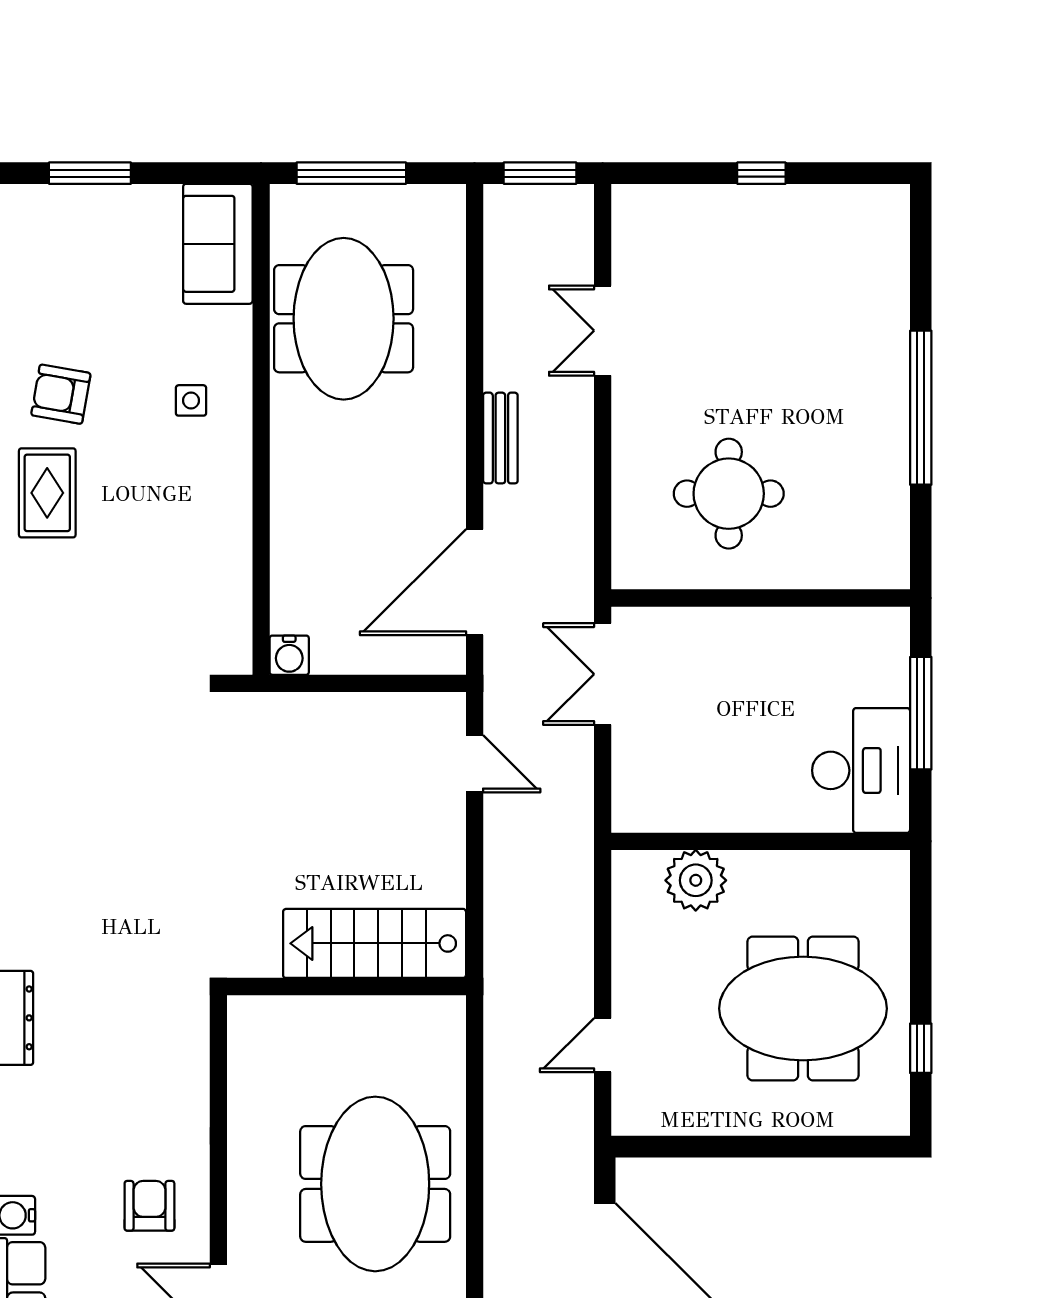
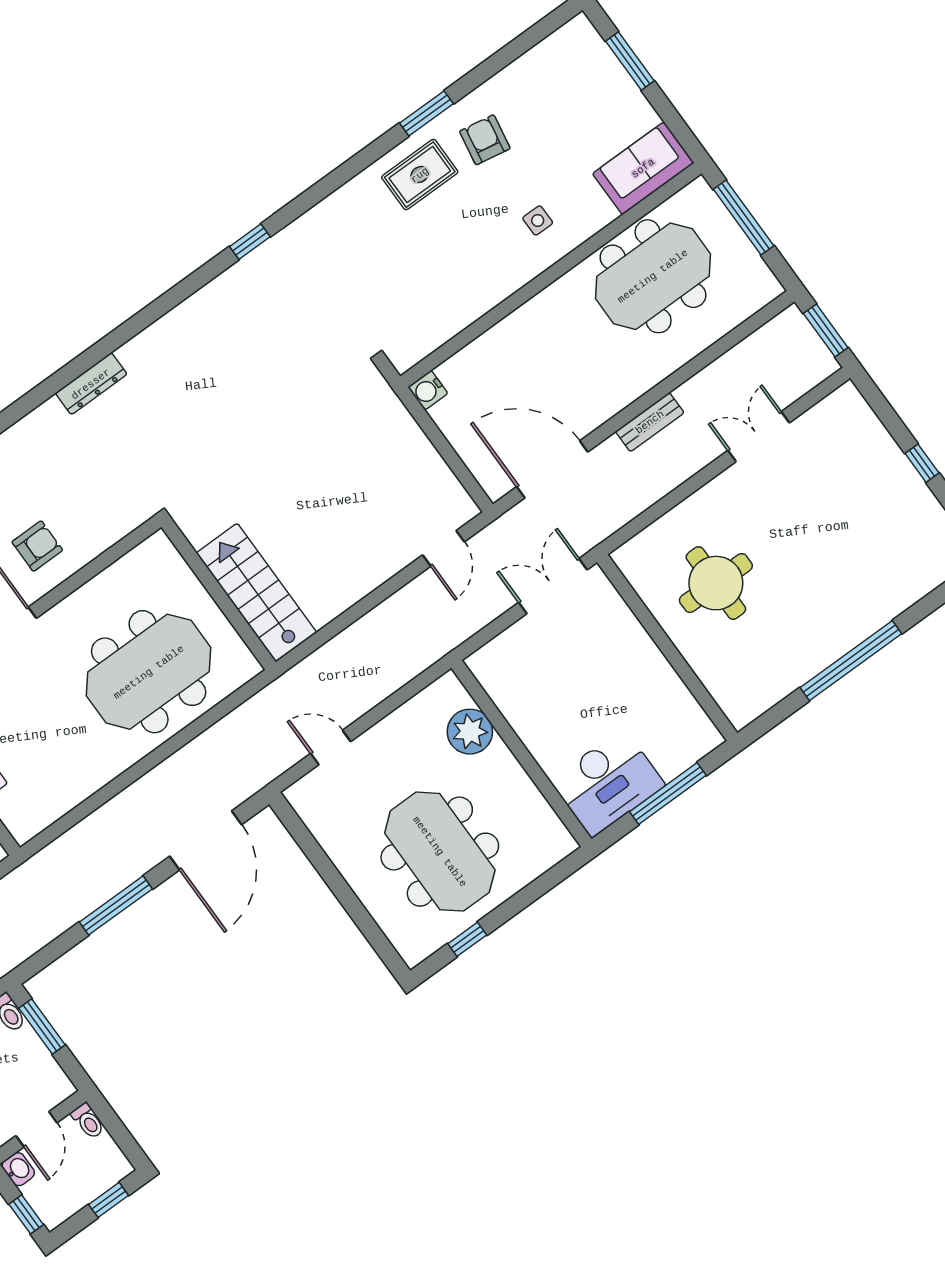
stairs: (375, 943) -> (257, 593), moved
wall: (346, 987) -> (219, 595), moved

